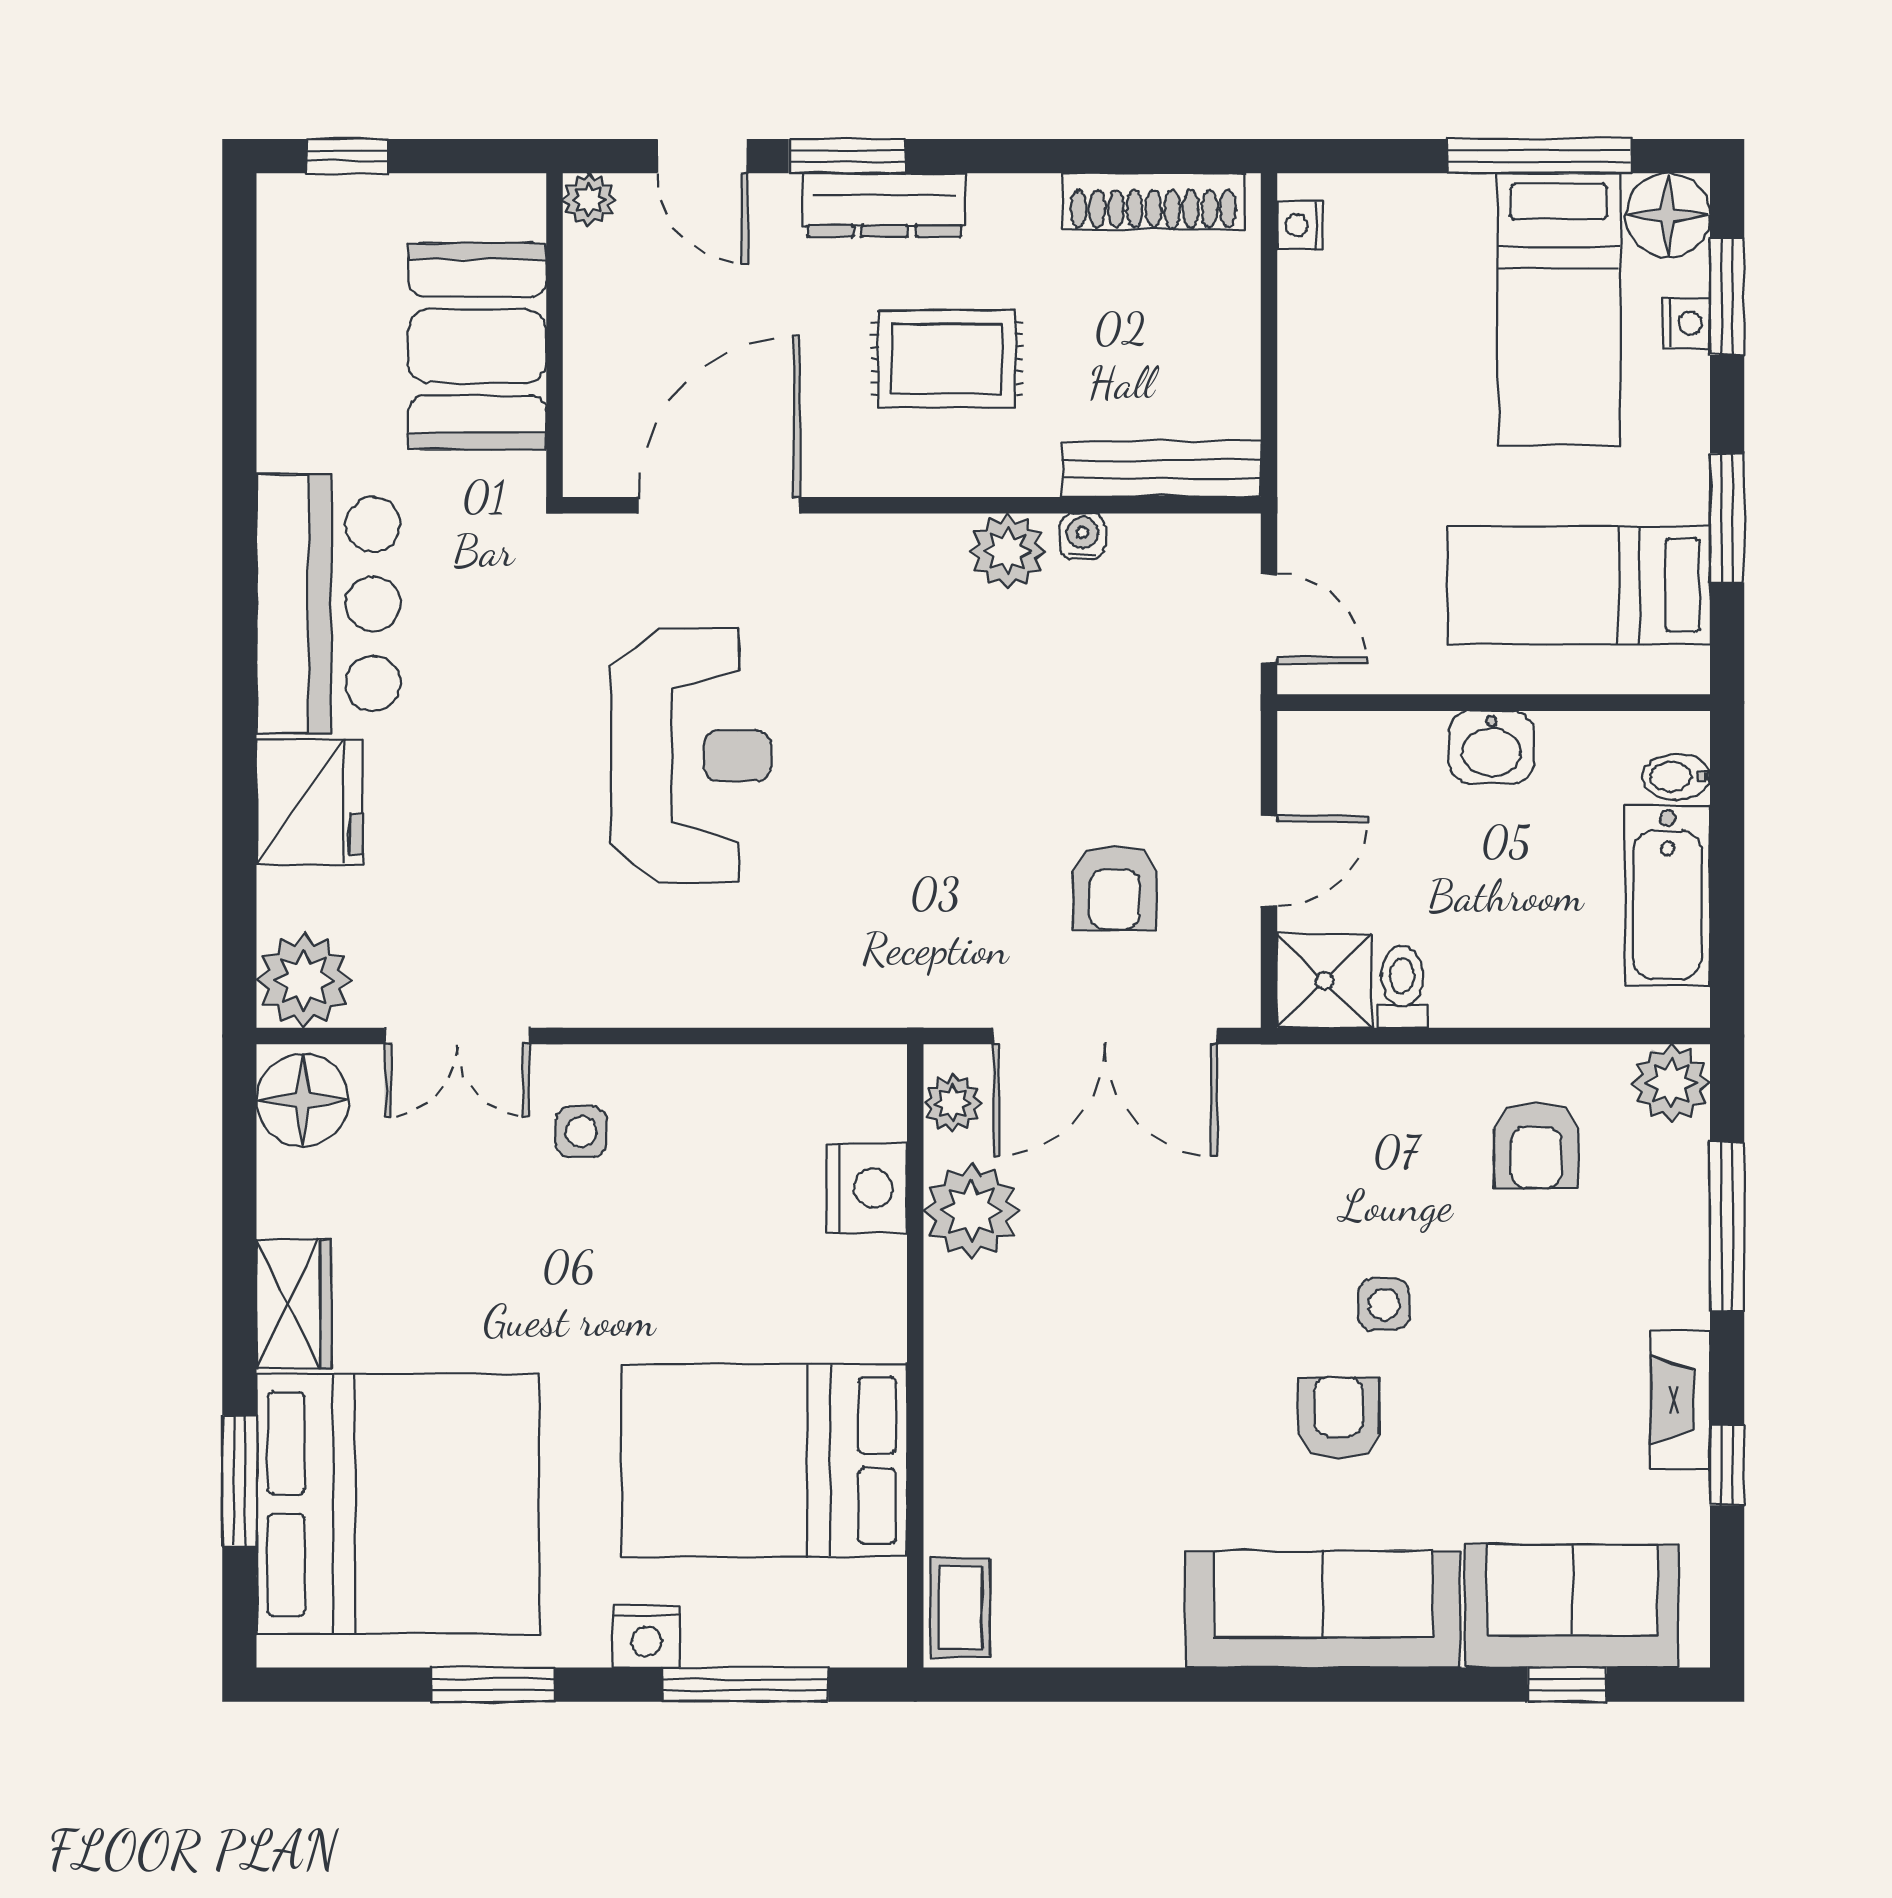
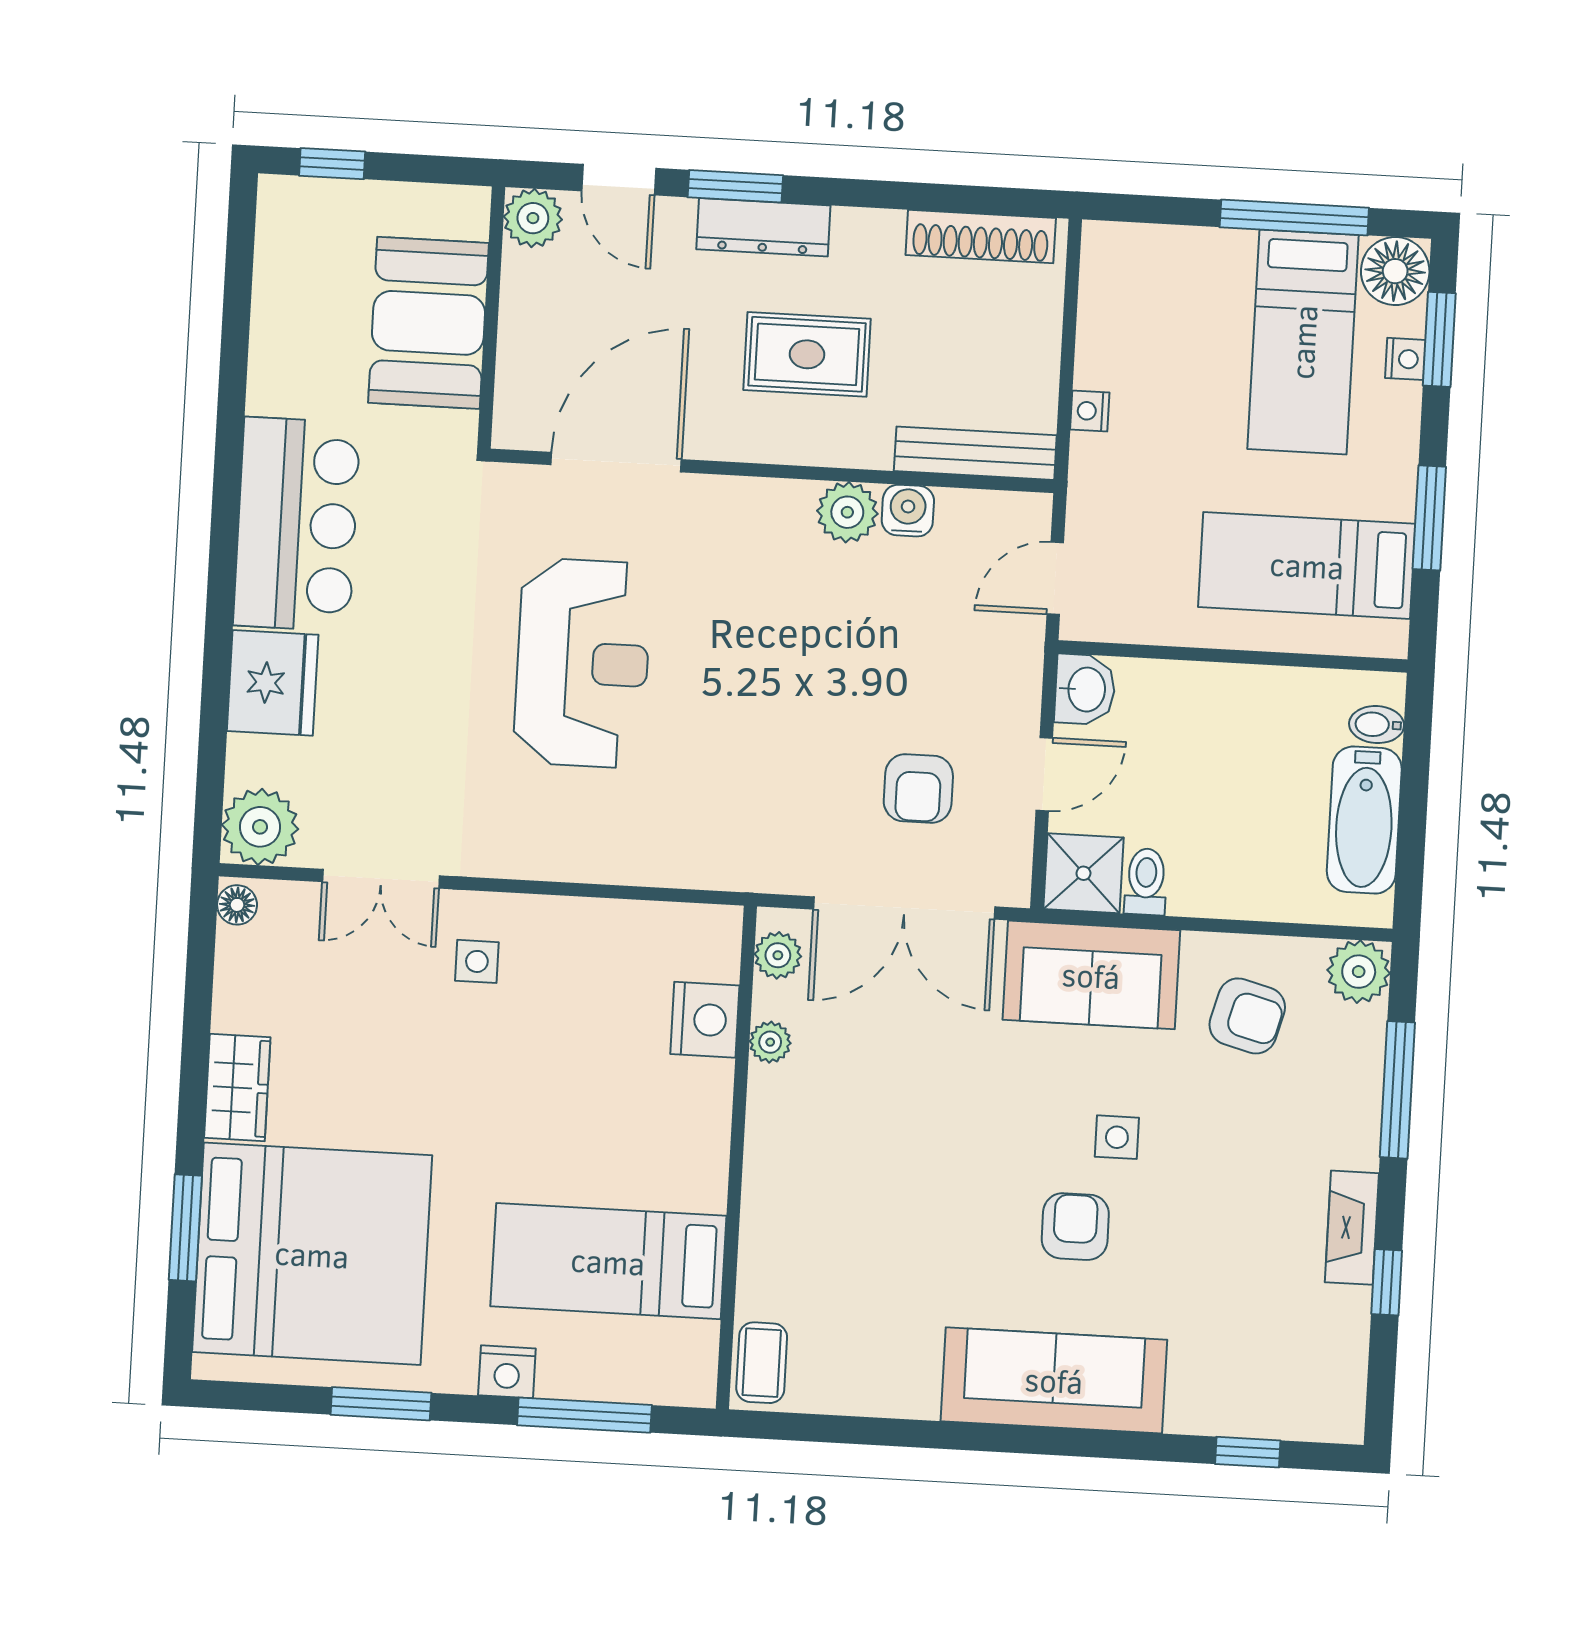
plant: (589, 200) -> (533, 218), width x1.38, depth x1.38
nightstand: (1300, 225) -> (1090, 411), moved
water cooler: (1082, 536) -> (908, 511), width x1.38, depth x1.38
door: (1269, 618) -> (1055, 578), swing flipped
washbasin: (1491, 747) -> (1085, 689), moved, turned -90
floor lamp: (303, 1100) -> (237, 905), width x0.53, depth x0.53
armchair: (1536, 1146) -> (1247, 1016), turned -75
plant: (971, 1211) -> (770, 1042), width x0.53, depth x0.53
bed: (764, 1461) -> (608, 1261), width x0.67
sofa: (1572, 1606) -> (1091, 975), moved, turned 180

